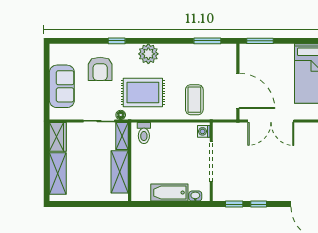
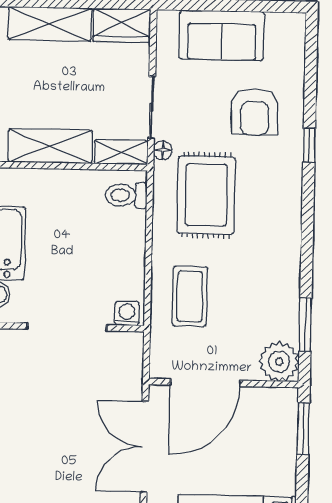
plant: (148, 54) -> (279, 362), moved
armchair: (100, 69) -> (255, 112), turned -90
coffee table: (194, 100) -> (190, 296), turned 90

